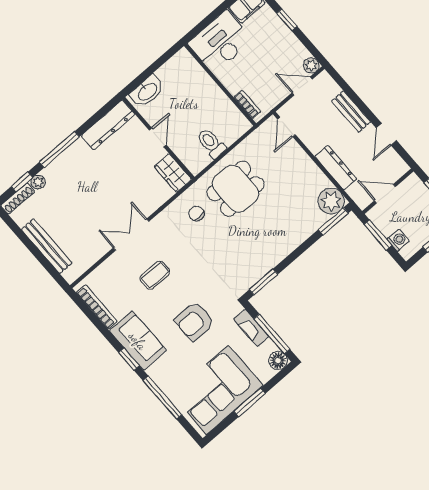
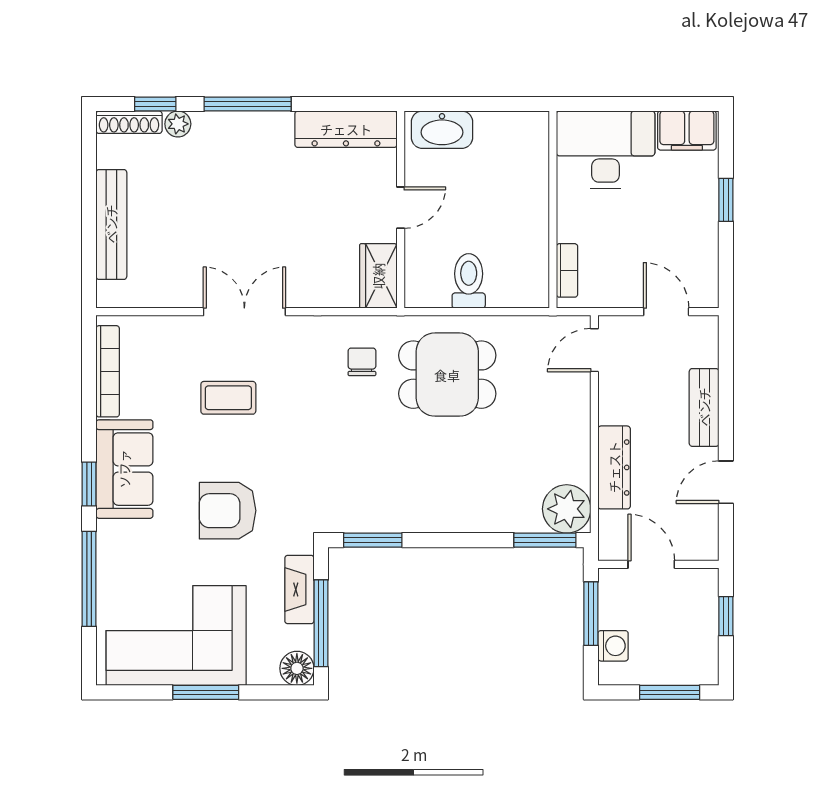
plant: (311, 65) -> (705, 294), removed

